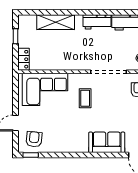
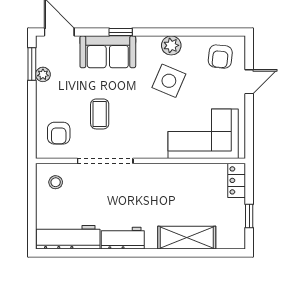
coffee table: (85, 98) -> (100, 114), moved
side table: (67, 124) -> (169, 81), added
plant: (66, 146) -> (171, 45), added
window: (31, 155) -> (121, 32), moved

